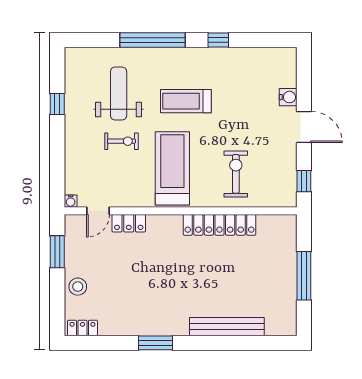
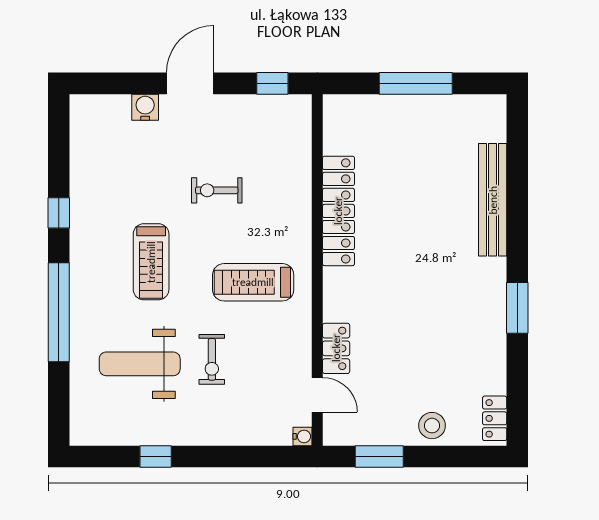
exercise bike: (122, 141) -> (212, 359), turned 180
treadmill: (172, 168) -> (253, 282), width x0.73, depth x0.73
exercise bike: (236, 174) -> (217, 190), moved, width x0.73, depth x0.72

